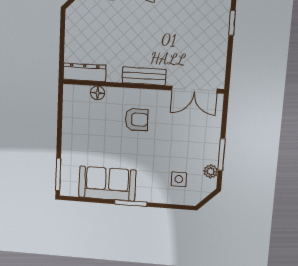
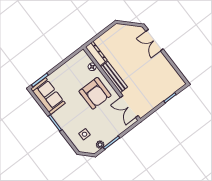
bench: (144, 76) -> (114, 77), width x1.36
armchair: (137, 119) -> (95, 93), width x1.88, depth x1.88
sofa: (107, 184) -> (48, 96), moved

